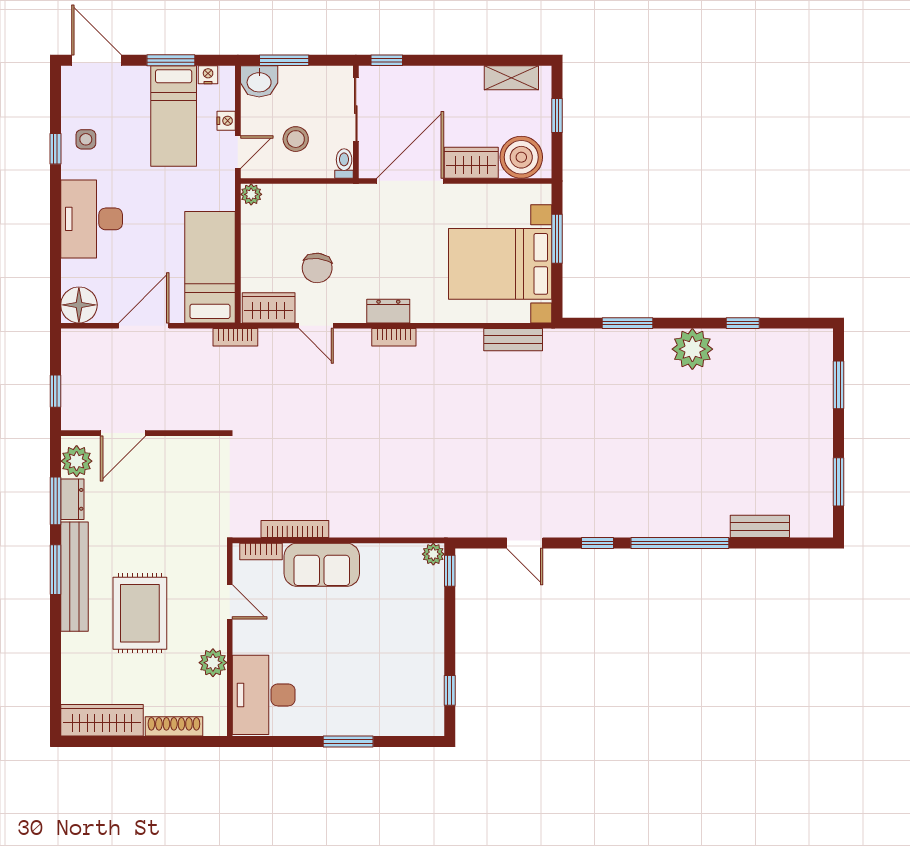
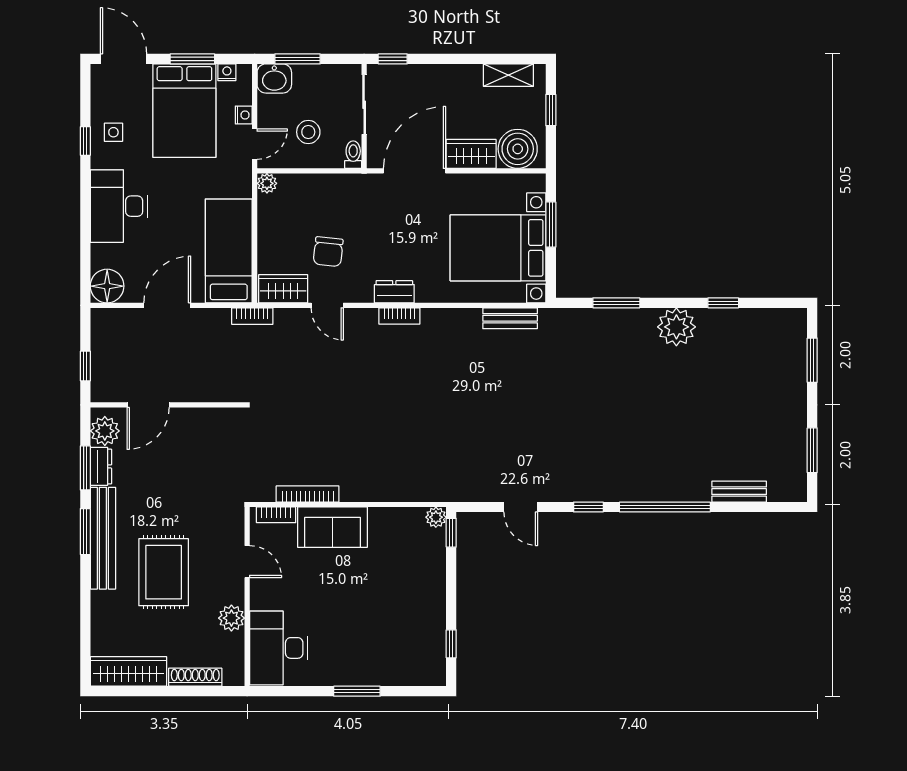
bed: (174, 116) -> (184, 111), width x1.50

